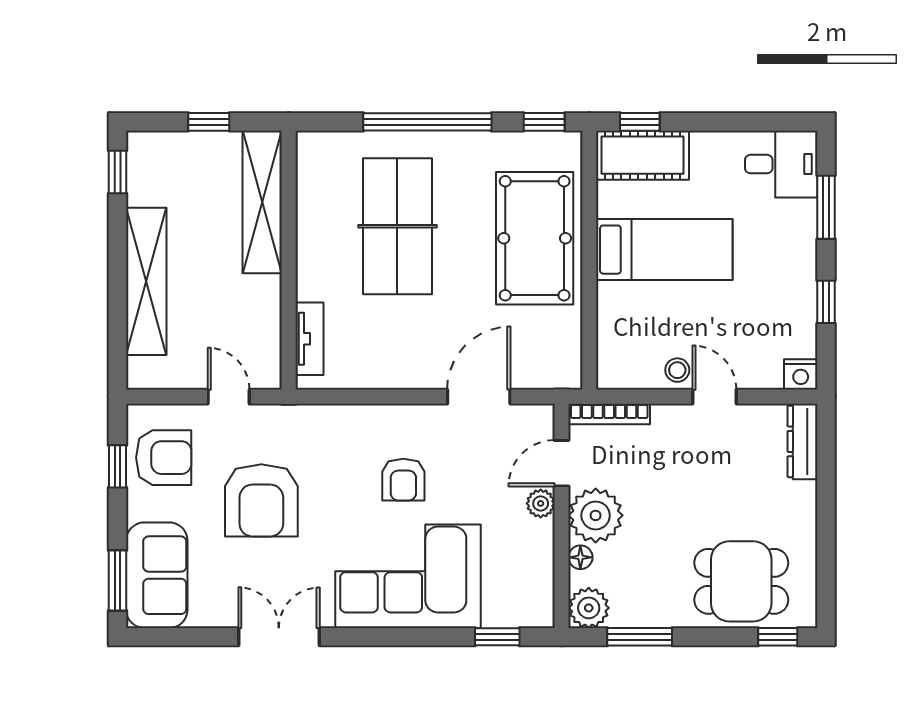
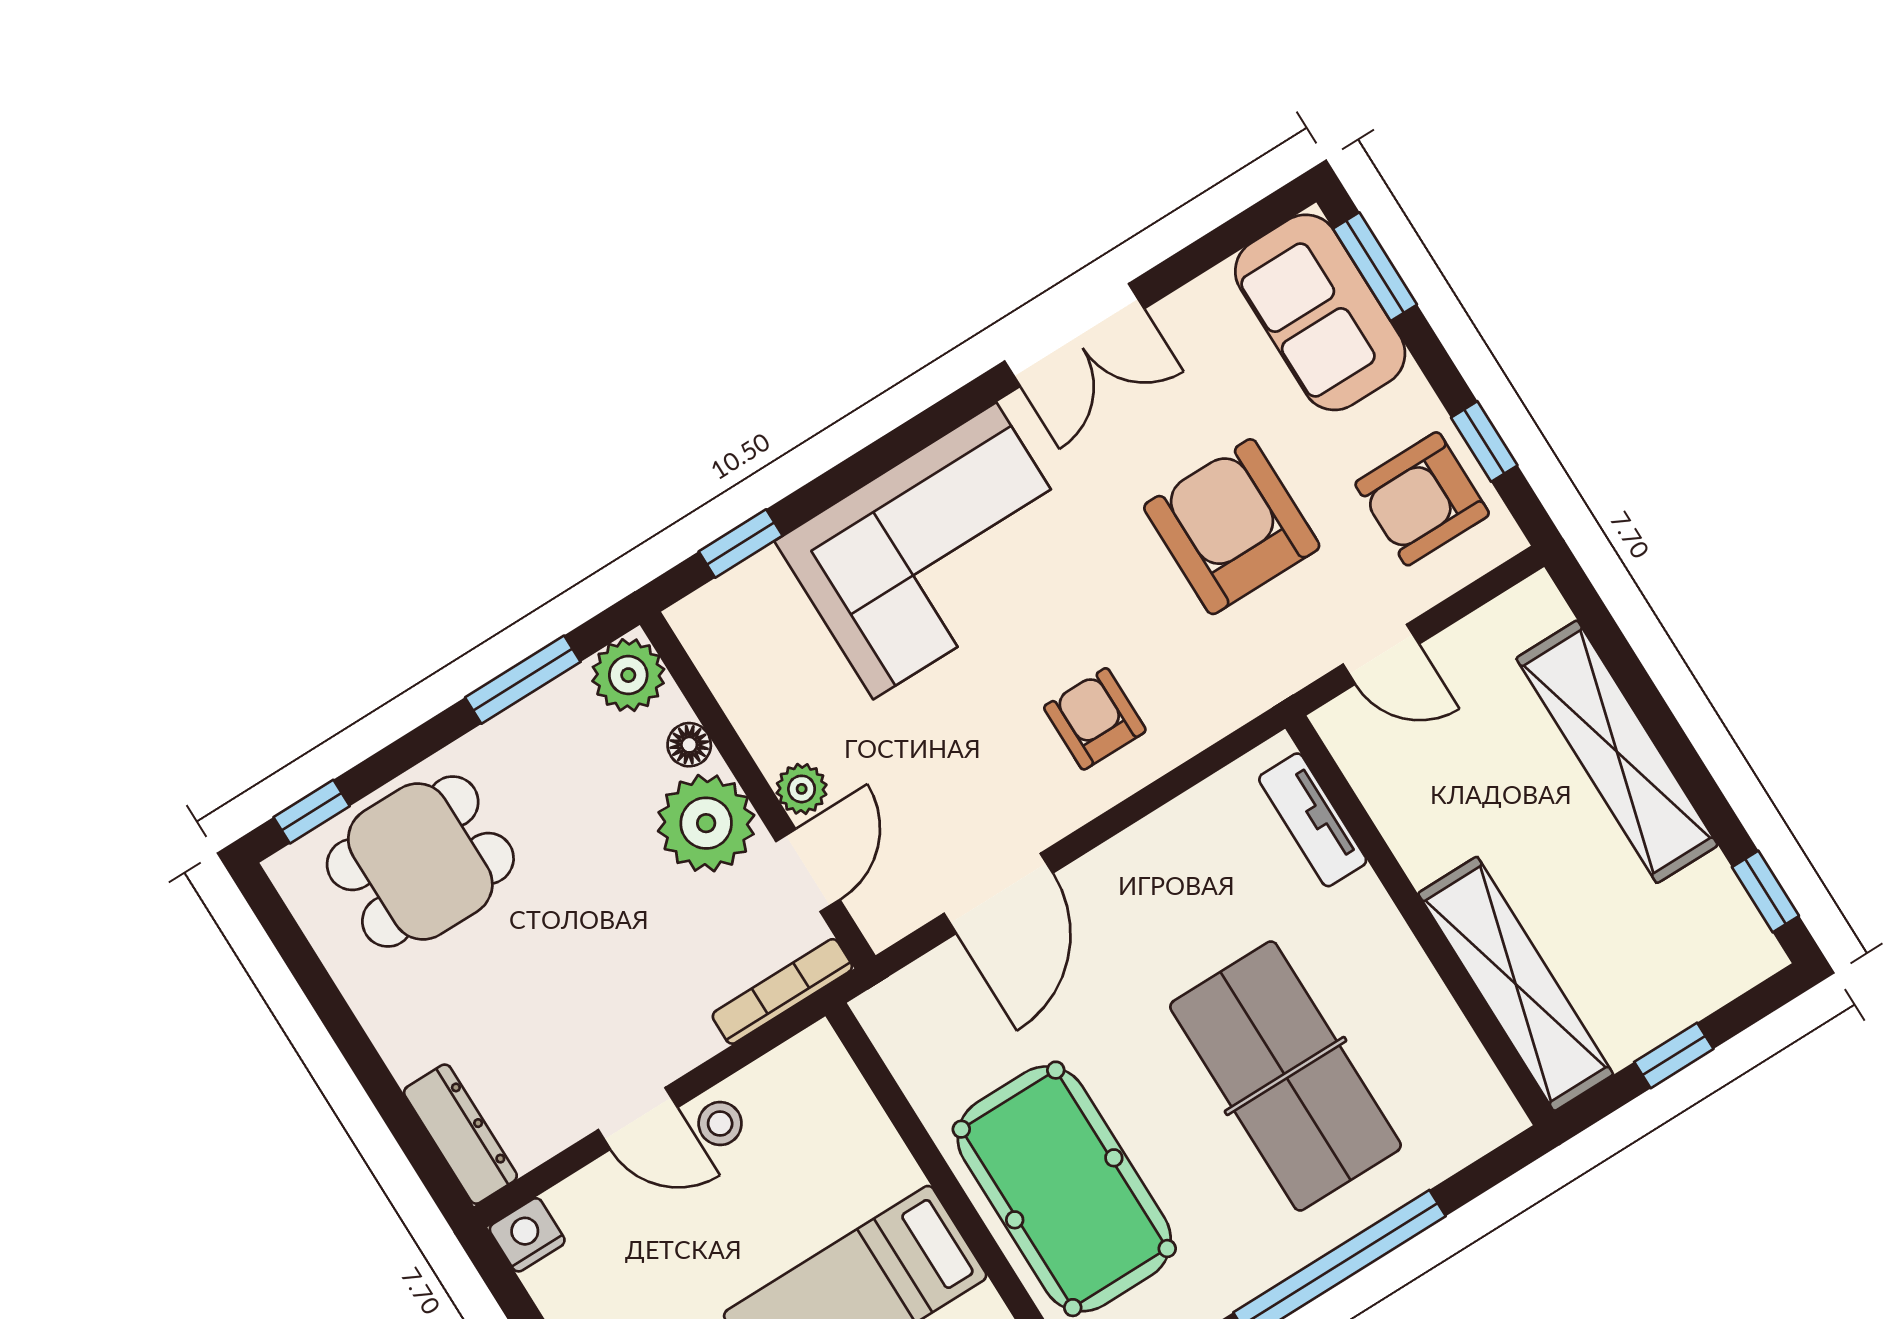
armchair: (403, 480) -> (1095, 719), moved

